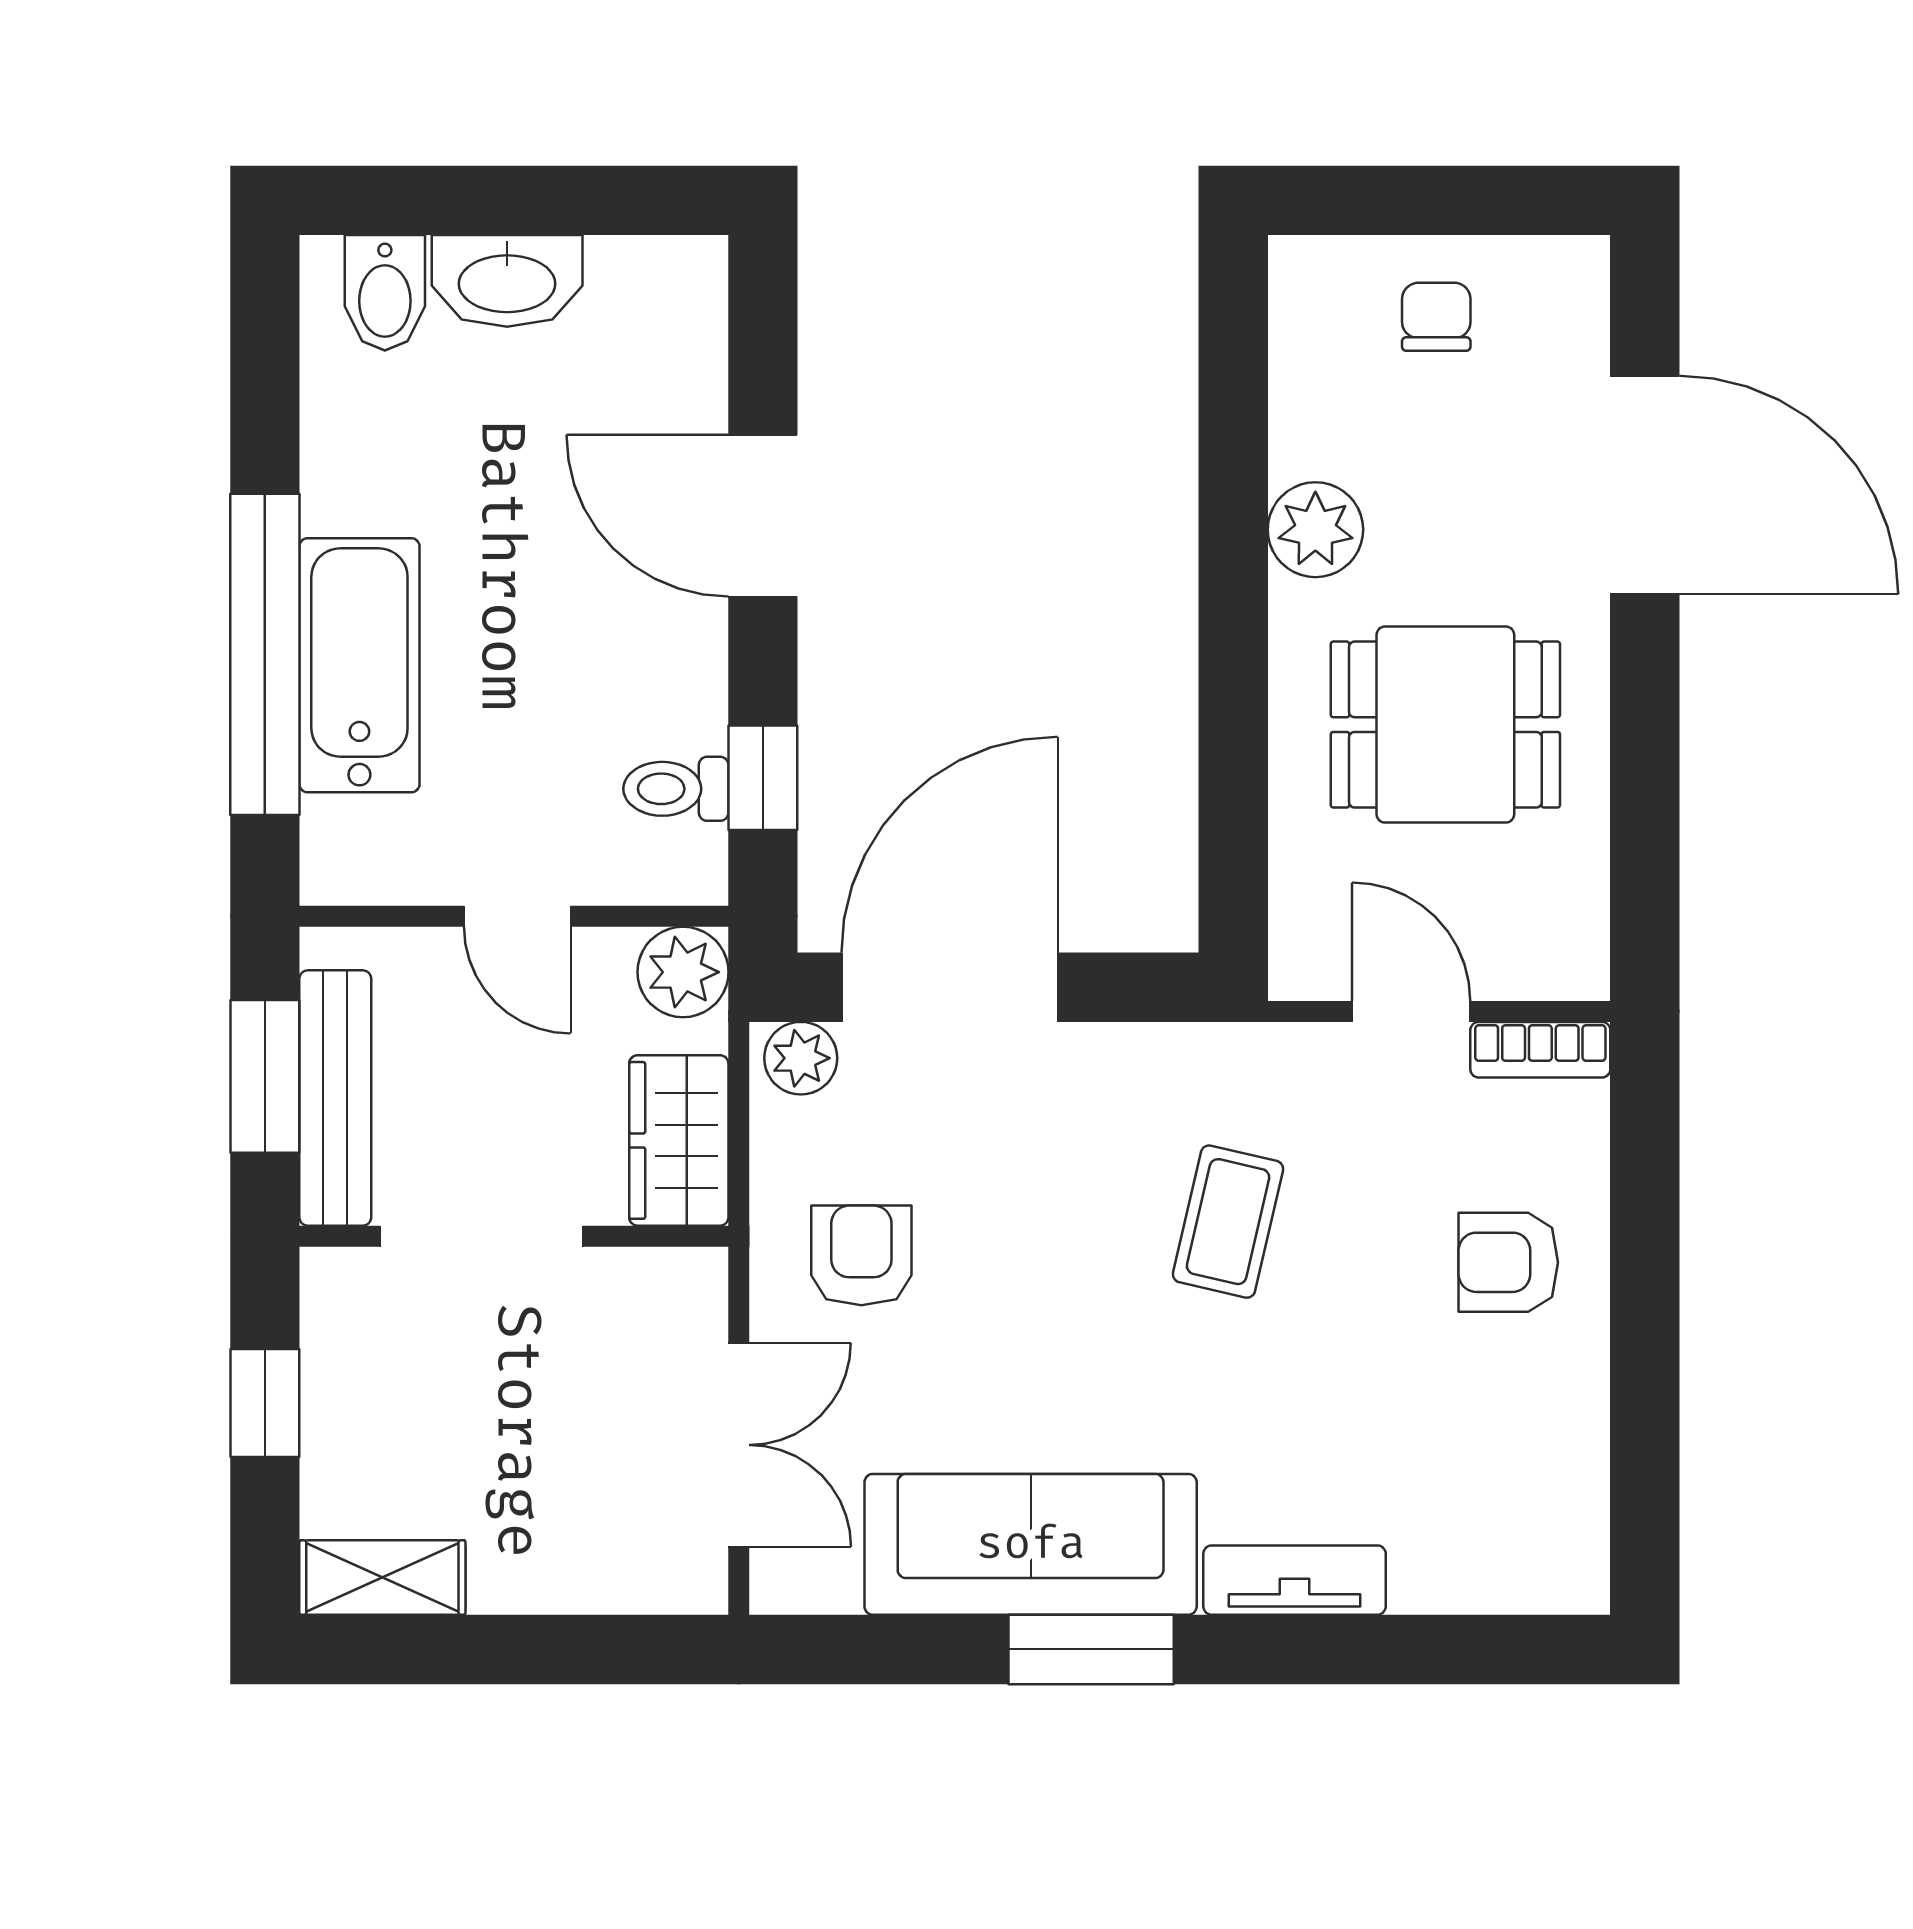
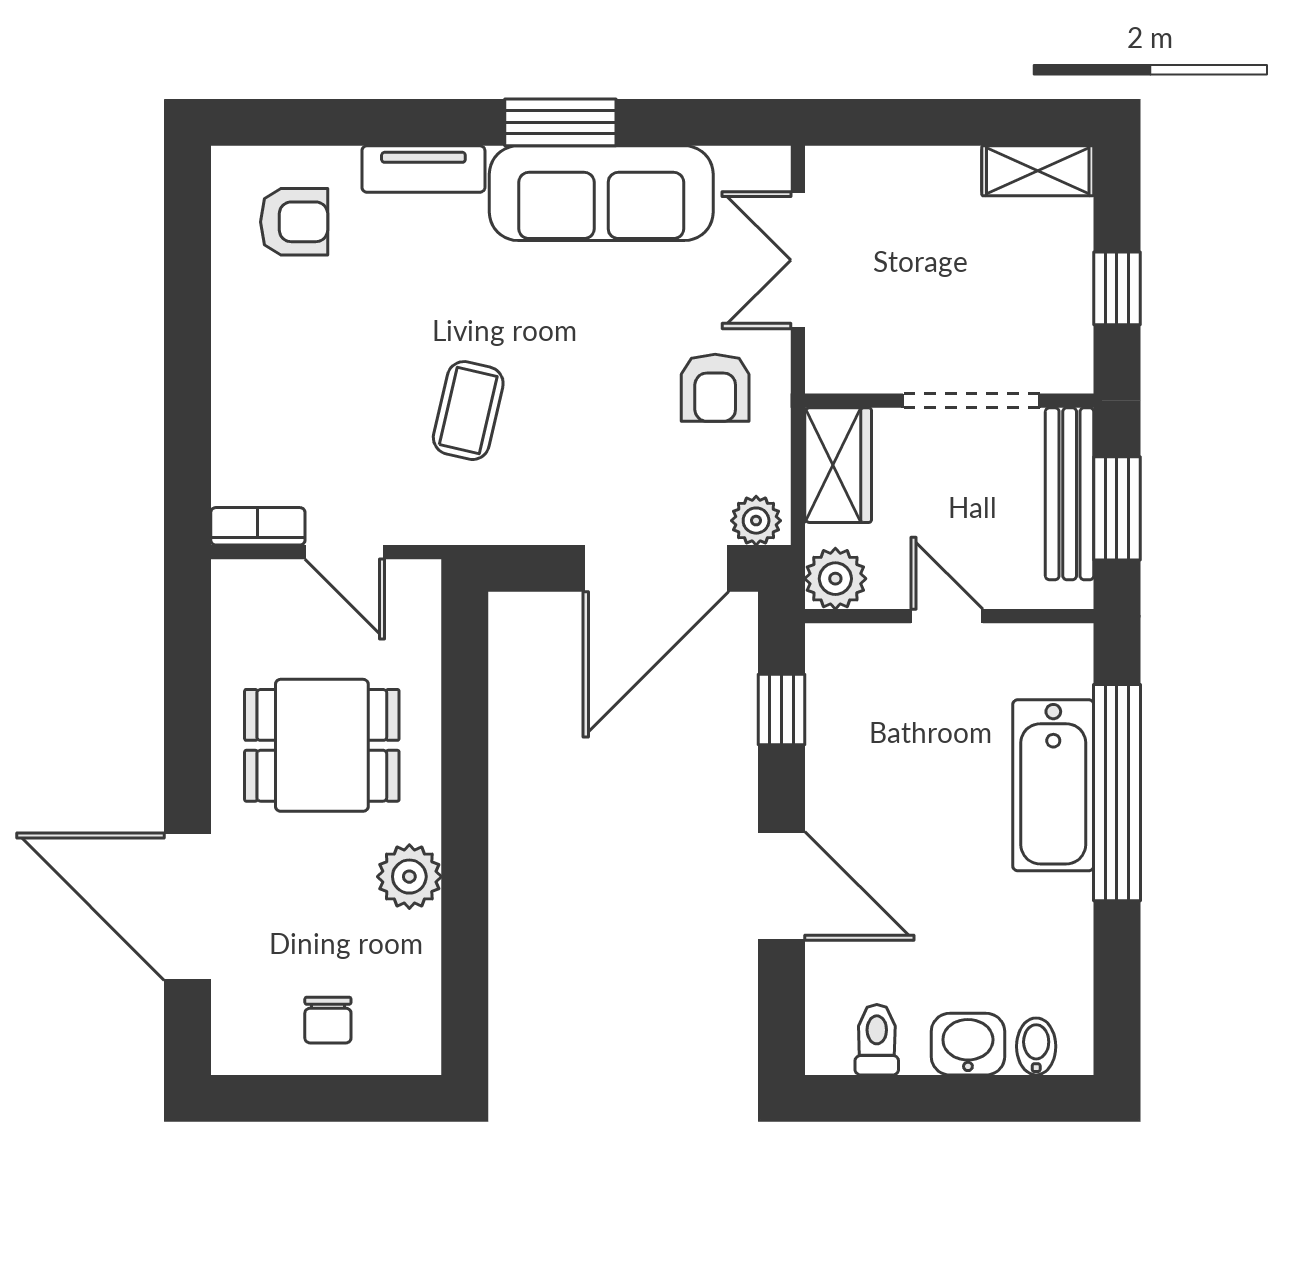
washbasin: (507, 281) -> (968, 1044), width x0.72
bidet: (385, 293) -> (1036, 1046), width x0.72, depth x0.74
toilet: (676, 789) -> (877, 1040), moved, turned -90
armchair: (1508, 1262) -> (294, 222), moved

